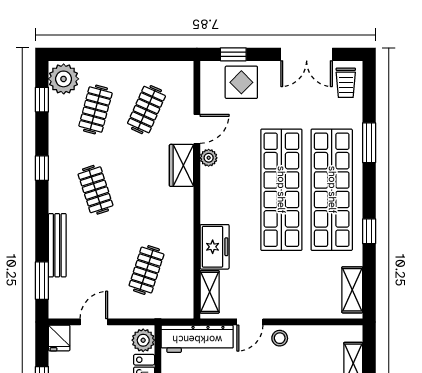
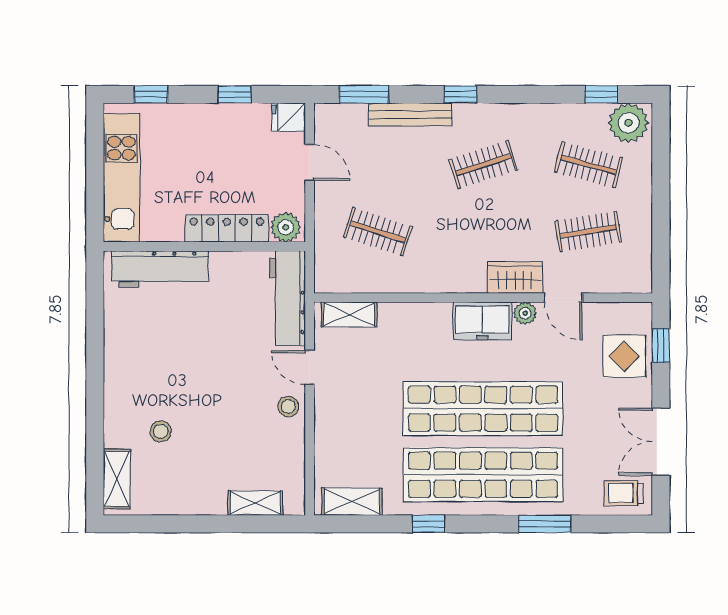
clothes rail: (146, 110) -> (588, 232), turned -33
window: (42, 168) -> (460, 94), moved
freezer: (215, 247) -> (482, 321), moved

